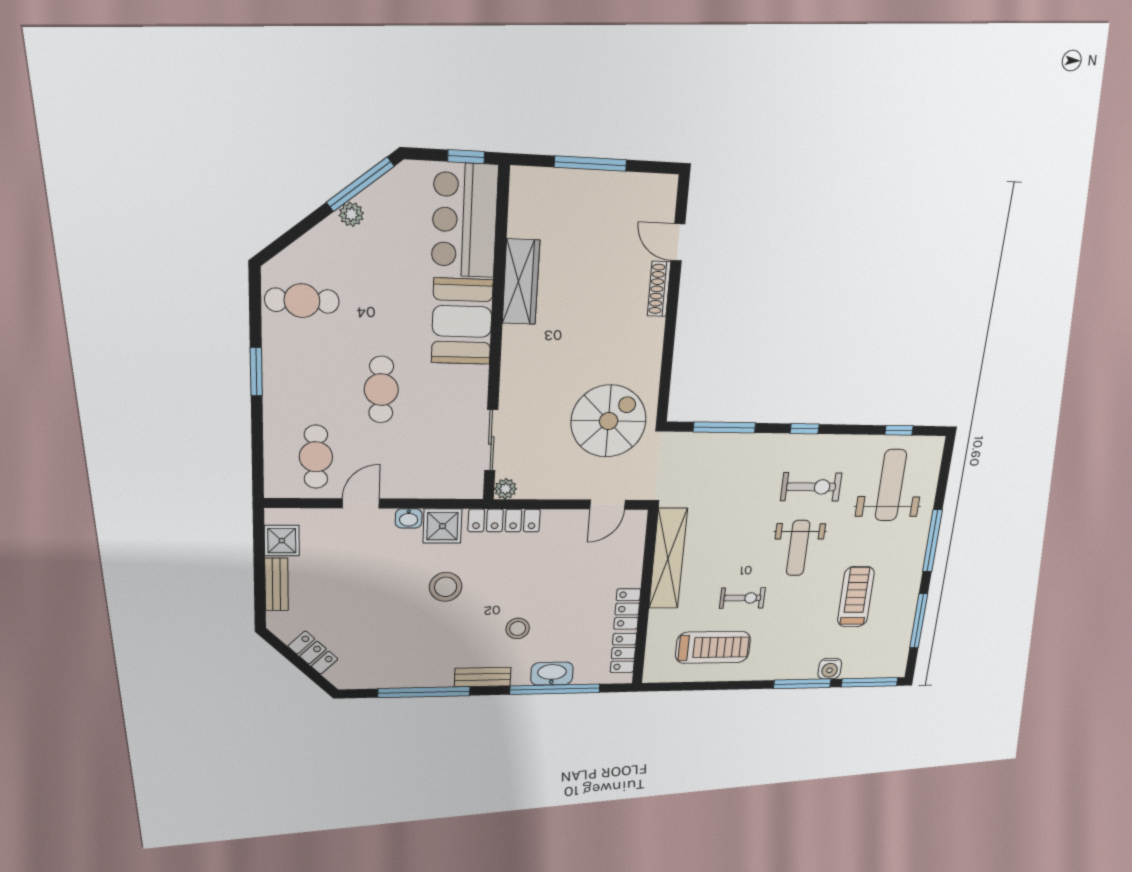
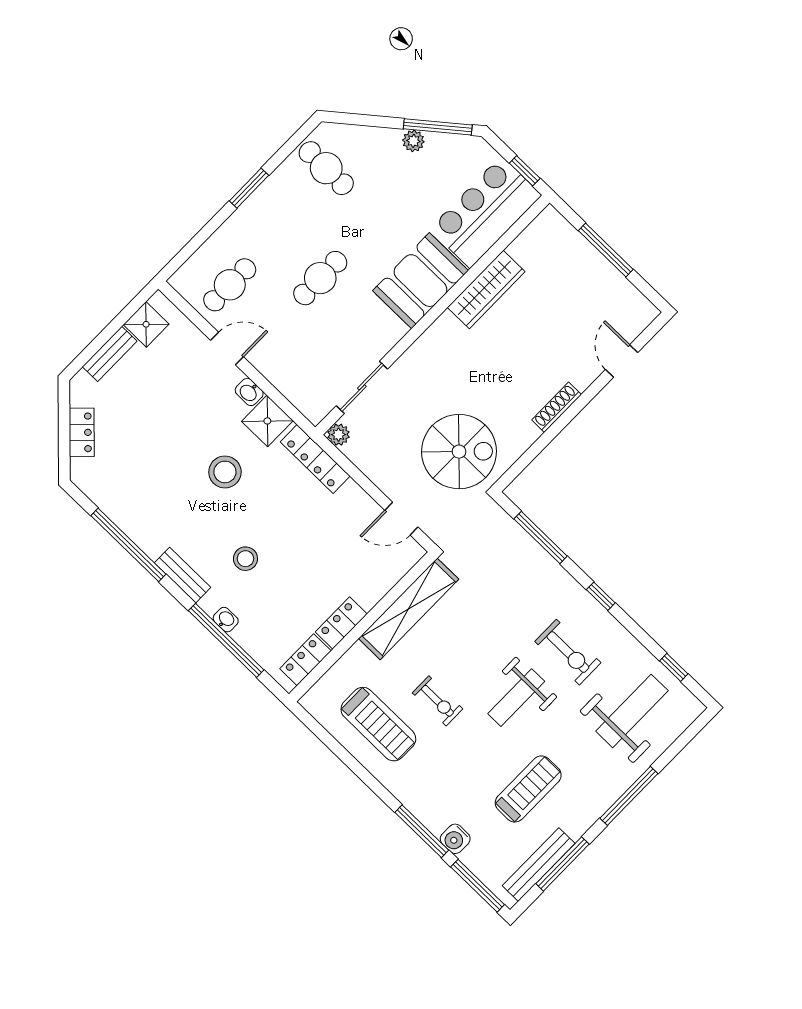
shoe rack: (659, 289) -> (557, 407), moved
bench: (902, 635) -> (539, 865), added
washbasin: (552, 674) -> (226, 620), width x0.52, depth x0.69

